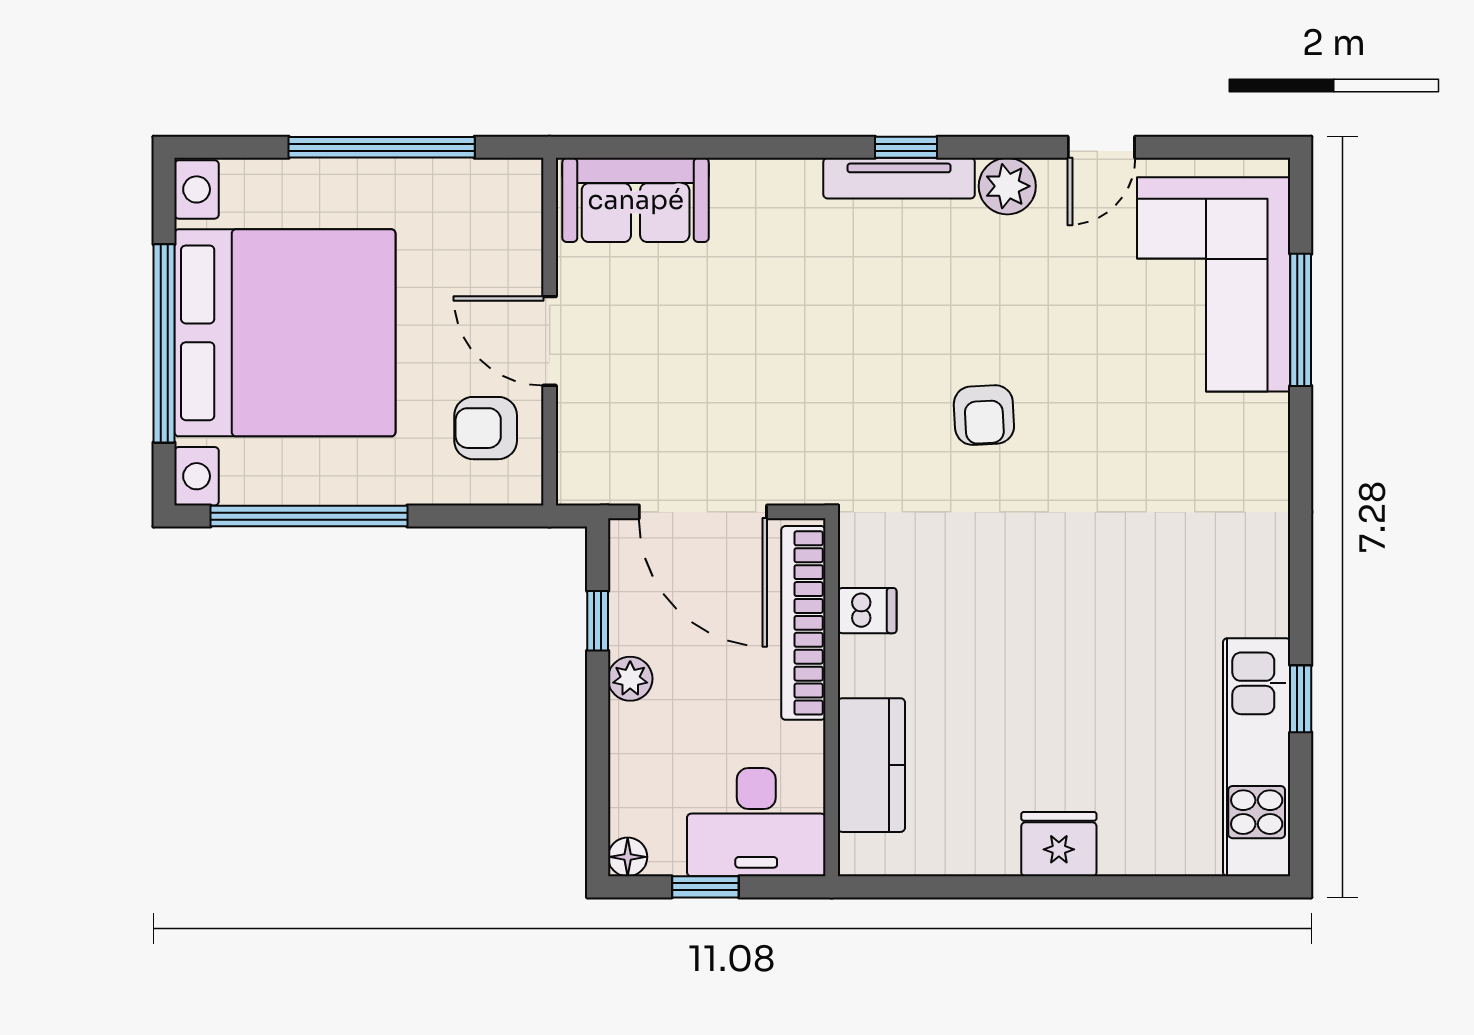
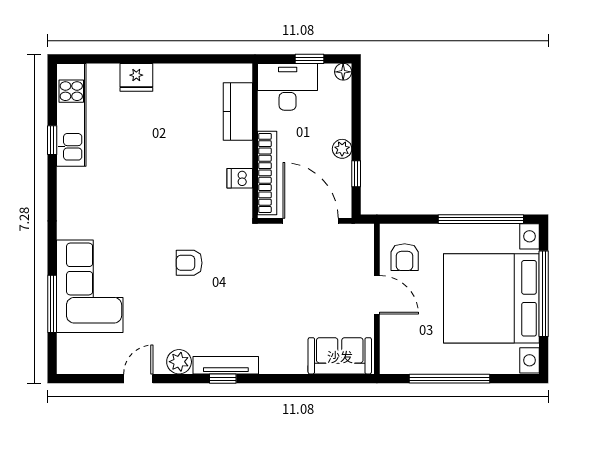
corner sofa: (1214, 284) -> (90, 286), moved
armchair: (984, 415) -> (189, 263), turned -87
armchair: (486, 428) -> (405, 257), turned 90
fridge: (1059, 844) -> (136, 77), moved

